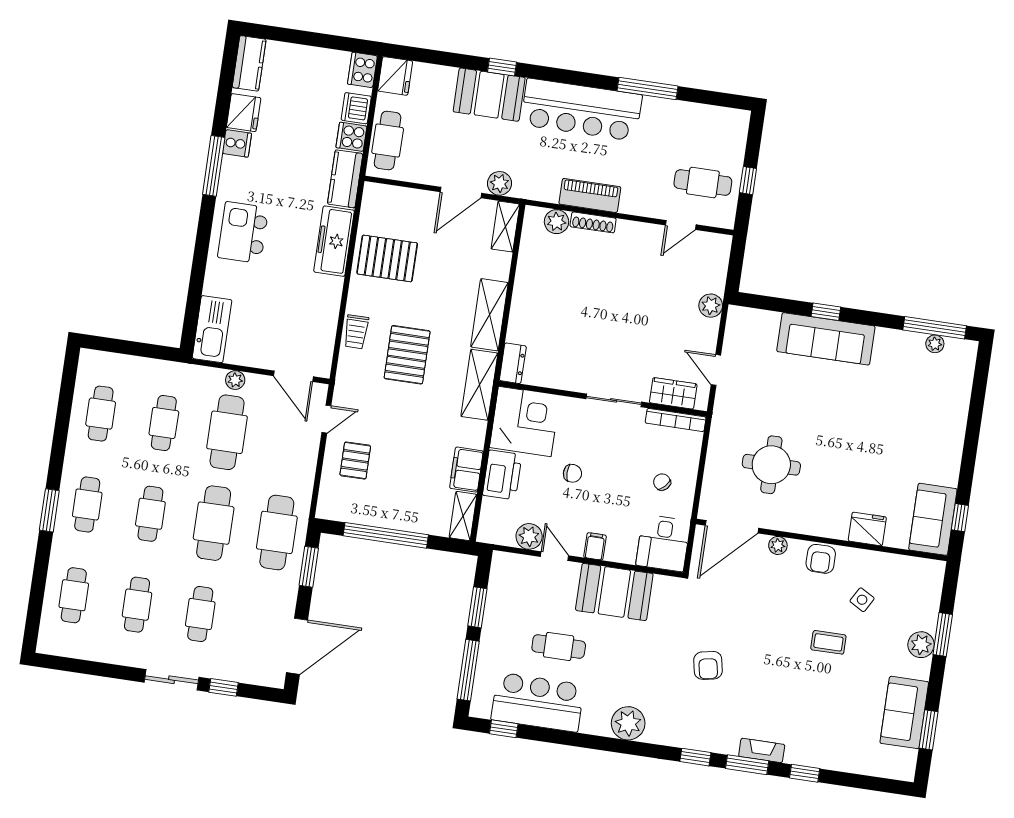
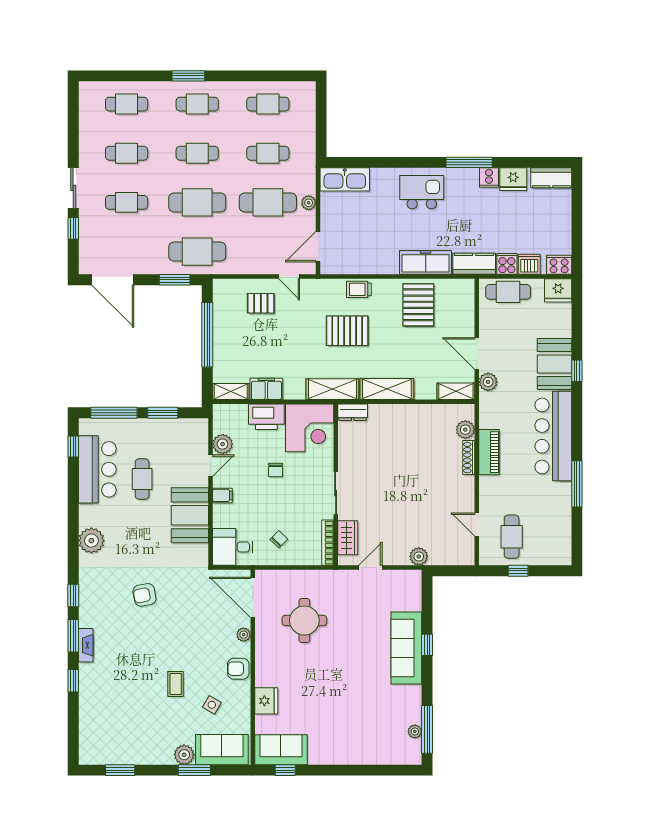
sofa: (904, 712) -> (222, 750), moved

